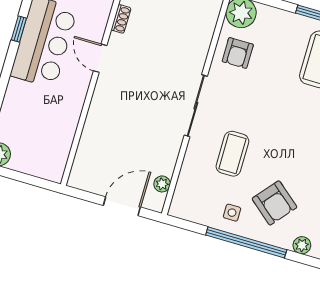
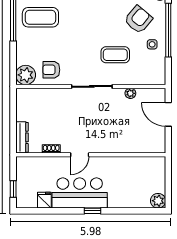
window: (19, 29) -> (92, 211), moved
armchair: (238, 53) -> (51, 70), turned 180
plant: (162, 184) -> (130, 93), moved

